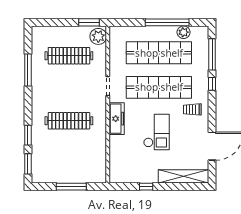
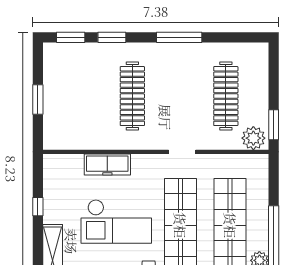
window: (28, 70) -> (179, 37), moved
freezer: (117, 119) -> (107, 164), moved
checkout: (156, 132) -> (116, 221), width x1.36, depth x1.21
window: (71, 187) -> (38, 100), width x0.69

